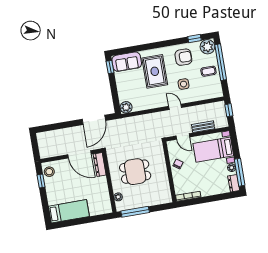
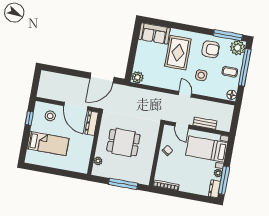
window: (195, 38) -> (228, 35), width x2.17
window: (110, 67) -> (136, 33), removed
floor lamp: (218, 92) -> (232, 95), added
window: (229, 110) -> (236, 117), removed
stool: (49, 172) -> (50, 116), moved
bed: (69, 211) -> (48, 144), moved
window: (135, 212) -> (123, 184), moved

